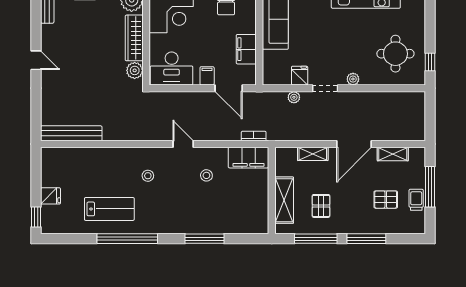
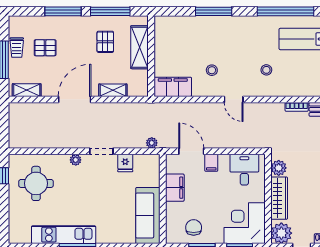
desk: (172, 68) -> (244, 170), width x0.73
plant: (294, 97) -> (152, 143), moved
bookcase: (254, 136) -> (297, 107), moved
shelving: (393, 154) -> (27, 90), moved

